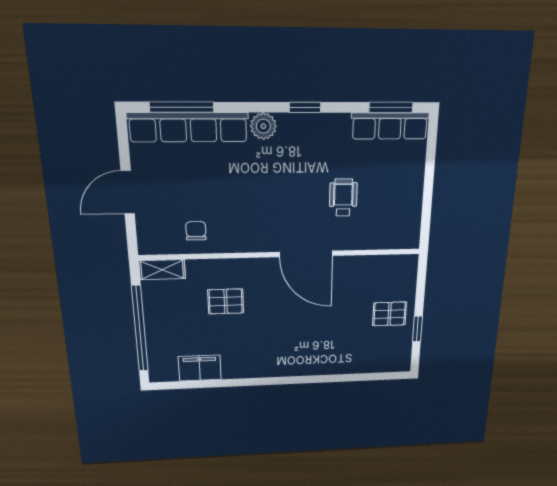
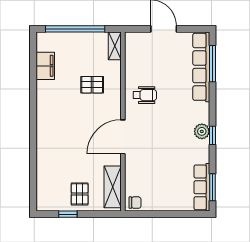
plant: (263, 126) -> (202, 131), moved
wheelchair: (343, 198) -> (145, 95), moved
chair: (196, 231) -> (135, 203), moved
shelving: (382, 267) -> (113, 187), added
pallet: (226, 301) -> (92, 85), turned 90

